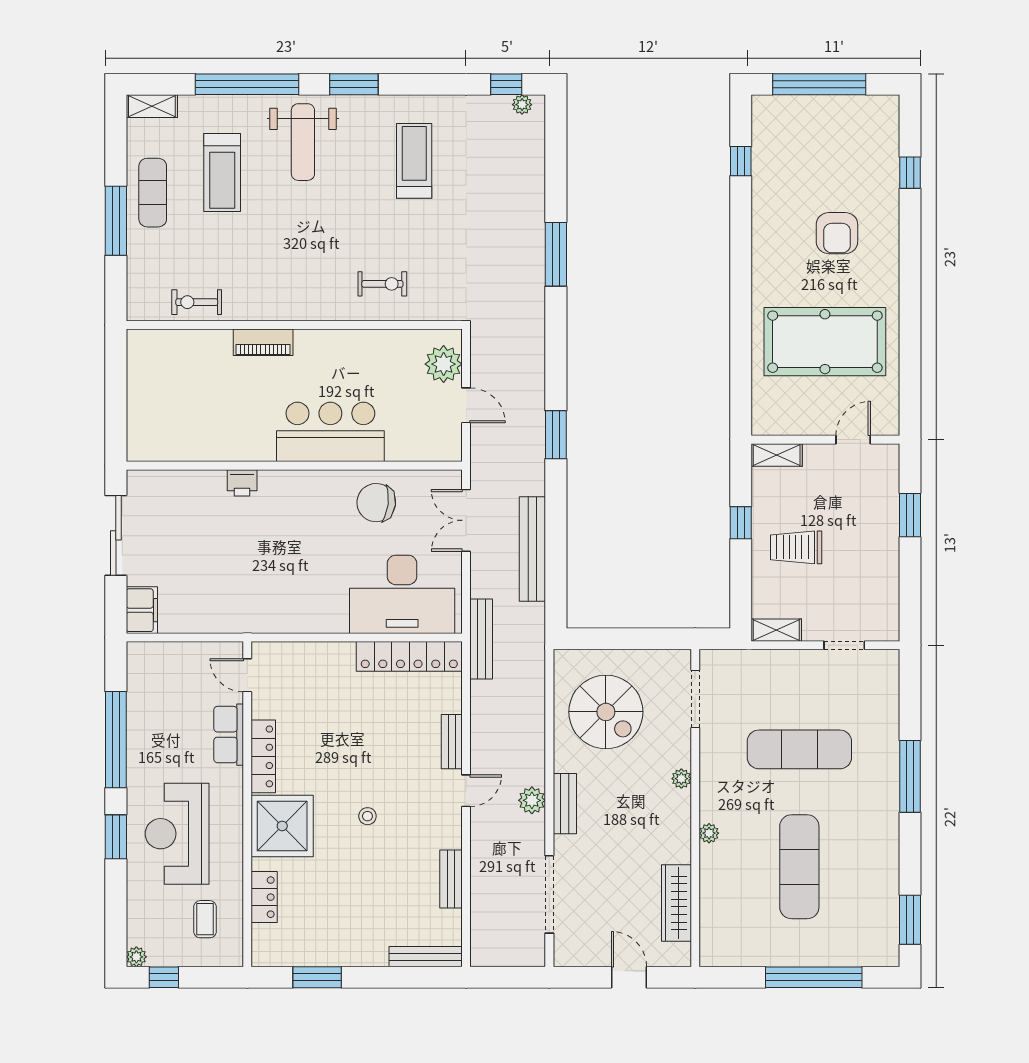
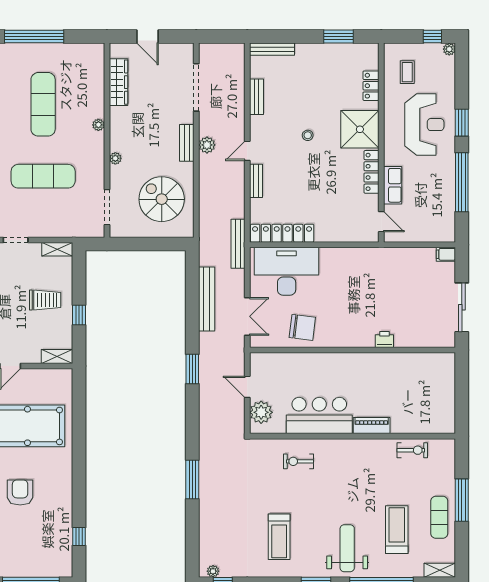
bar counter: (330, 432) -> (319, 415), moved, turned 180
filing cabinet: (142, 610) -> (446, 254), width x0.50

